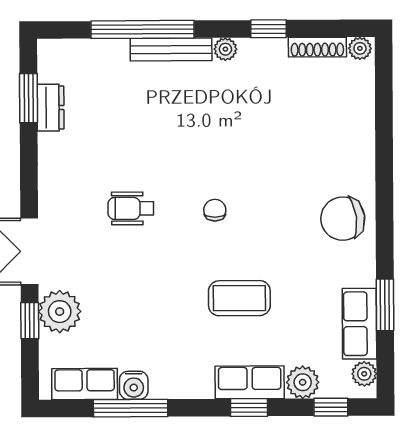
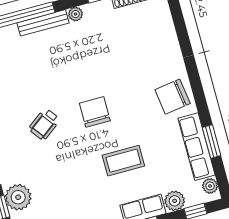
wheelchair: (131, 208) -> (44, 124), turned -37
chair: (215, 210) -> (95, 112), width x1.87, depth x1.87
row of seats: (359, 324) -> (196, 147), width x1.48

